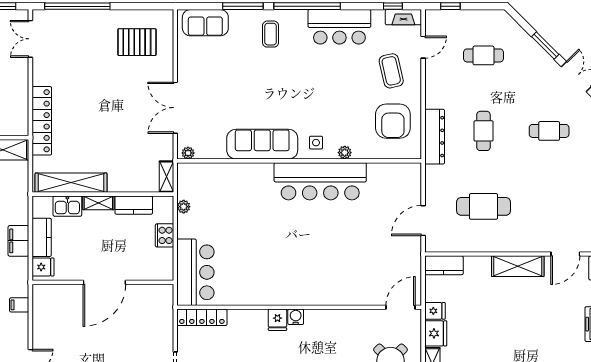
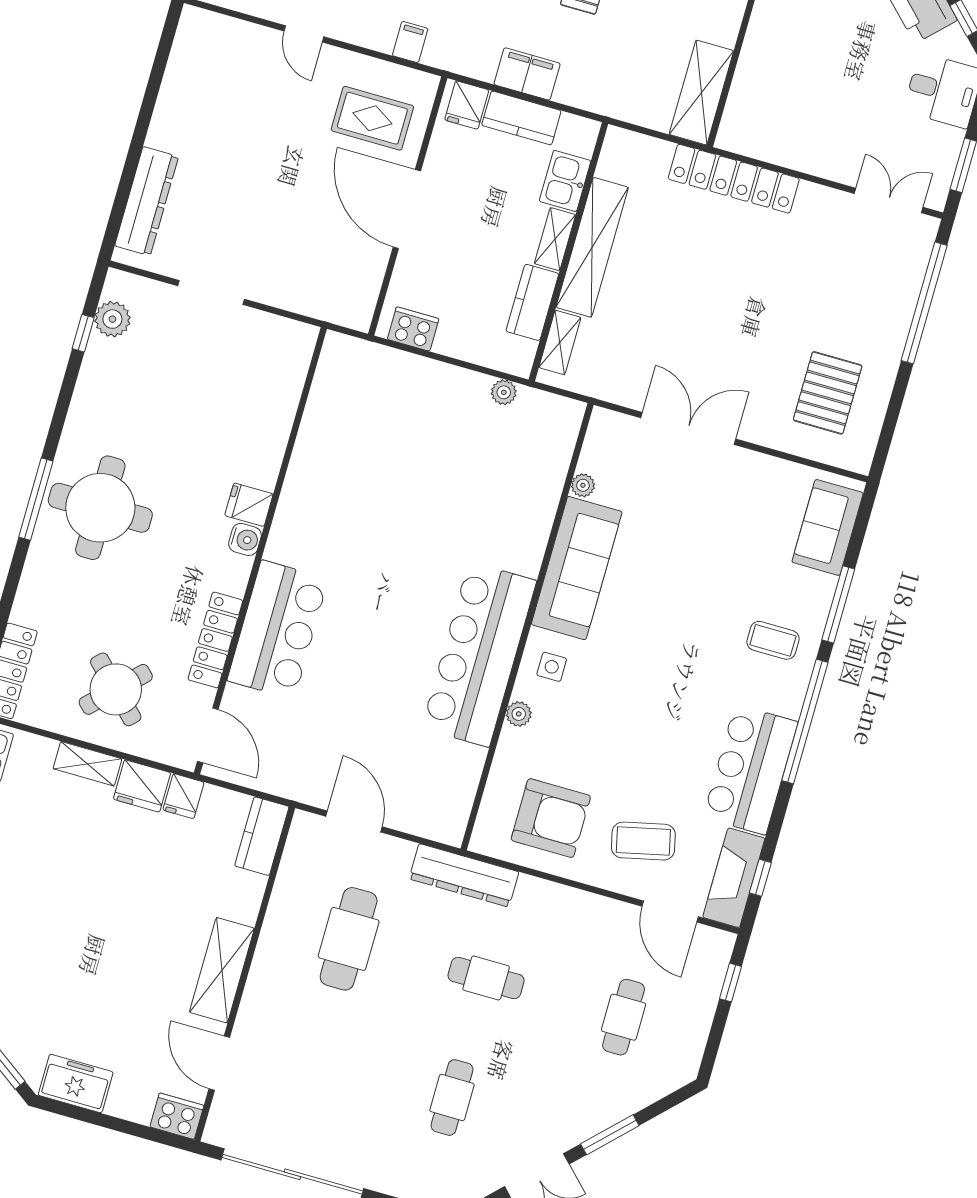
fireplace: (403, 17) -> (734, 878), width x1.37, depth x1.32
door: (423, 47) -> (670, 912), width x1.38
armchair: (393, 121) -> (551, 818), turned 180
dresser: (435, 137) -> (464, 875), moved
plant: (188, 153) -> (583, 485), moved
shelving: (166, 177) -> (560, 342), moved, turned 90
shelving: (71, 183) -> (592, 247), moved
cooker: (164, 235) -> (413, 329), moved
bar counter: (195, 272) -> (278, 630), moved, turned -90
rug: (63, 313) -> (372, 118), added
locker: (202, 317) -> (215, 640), moved

